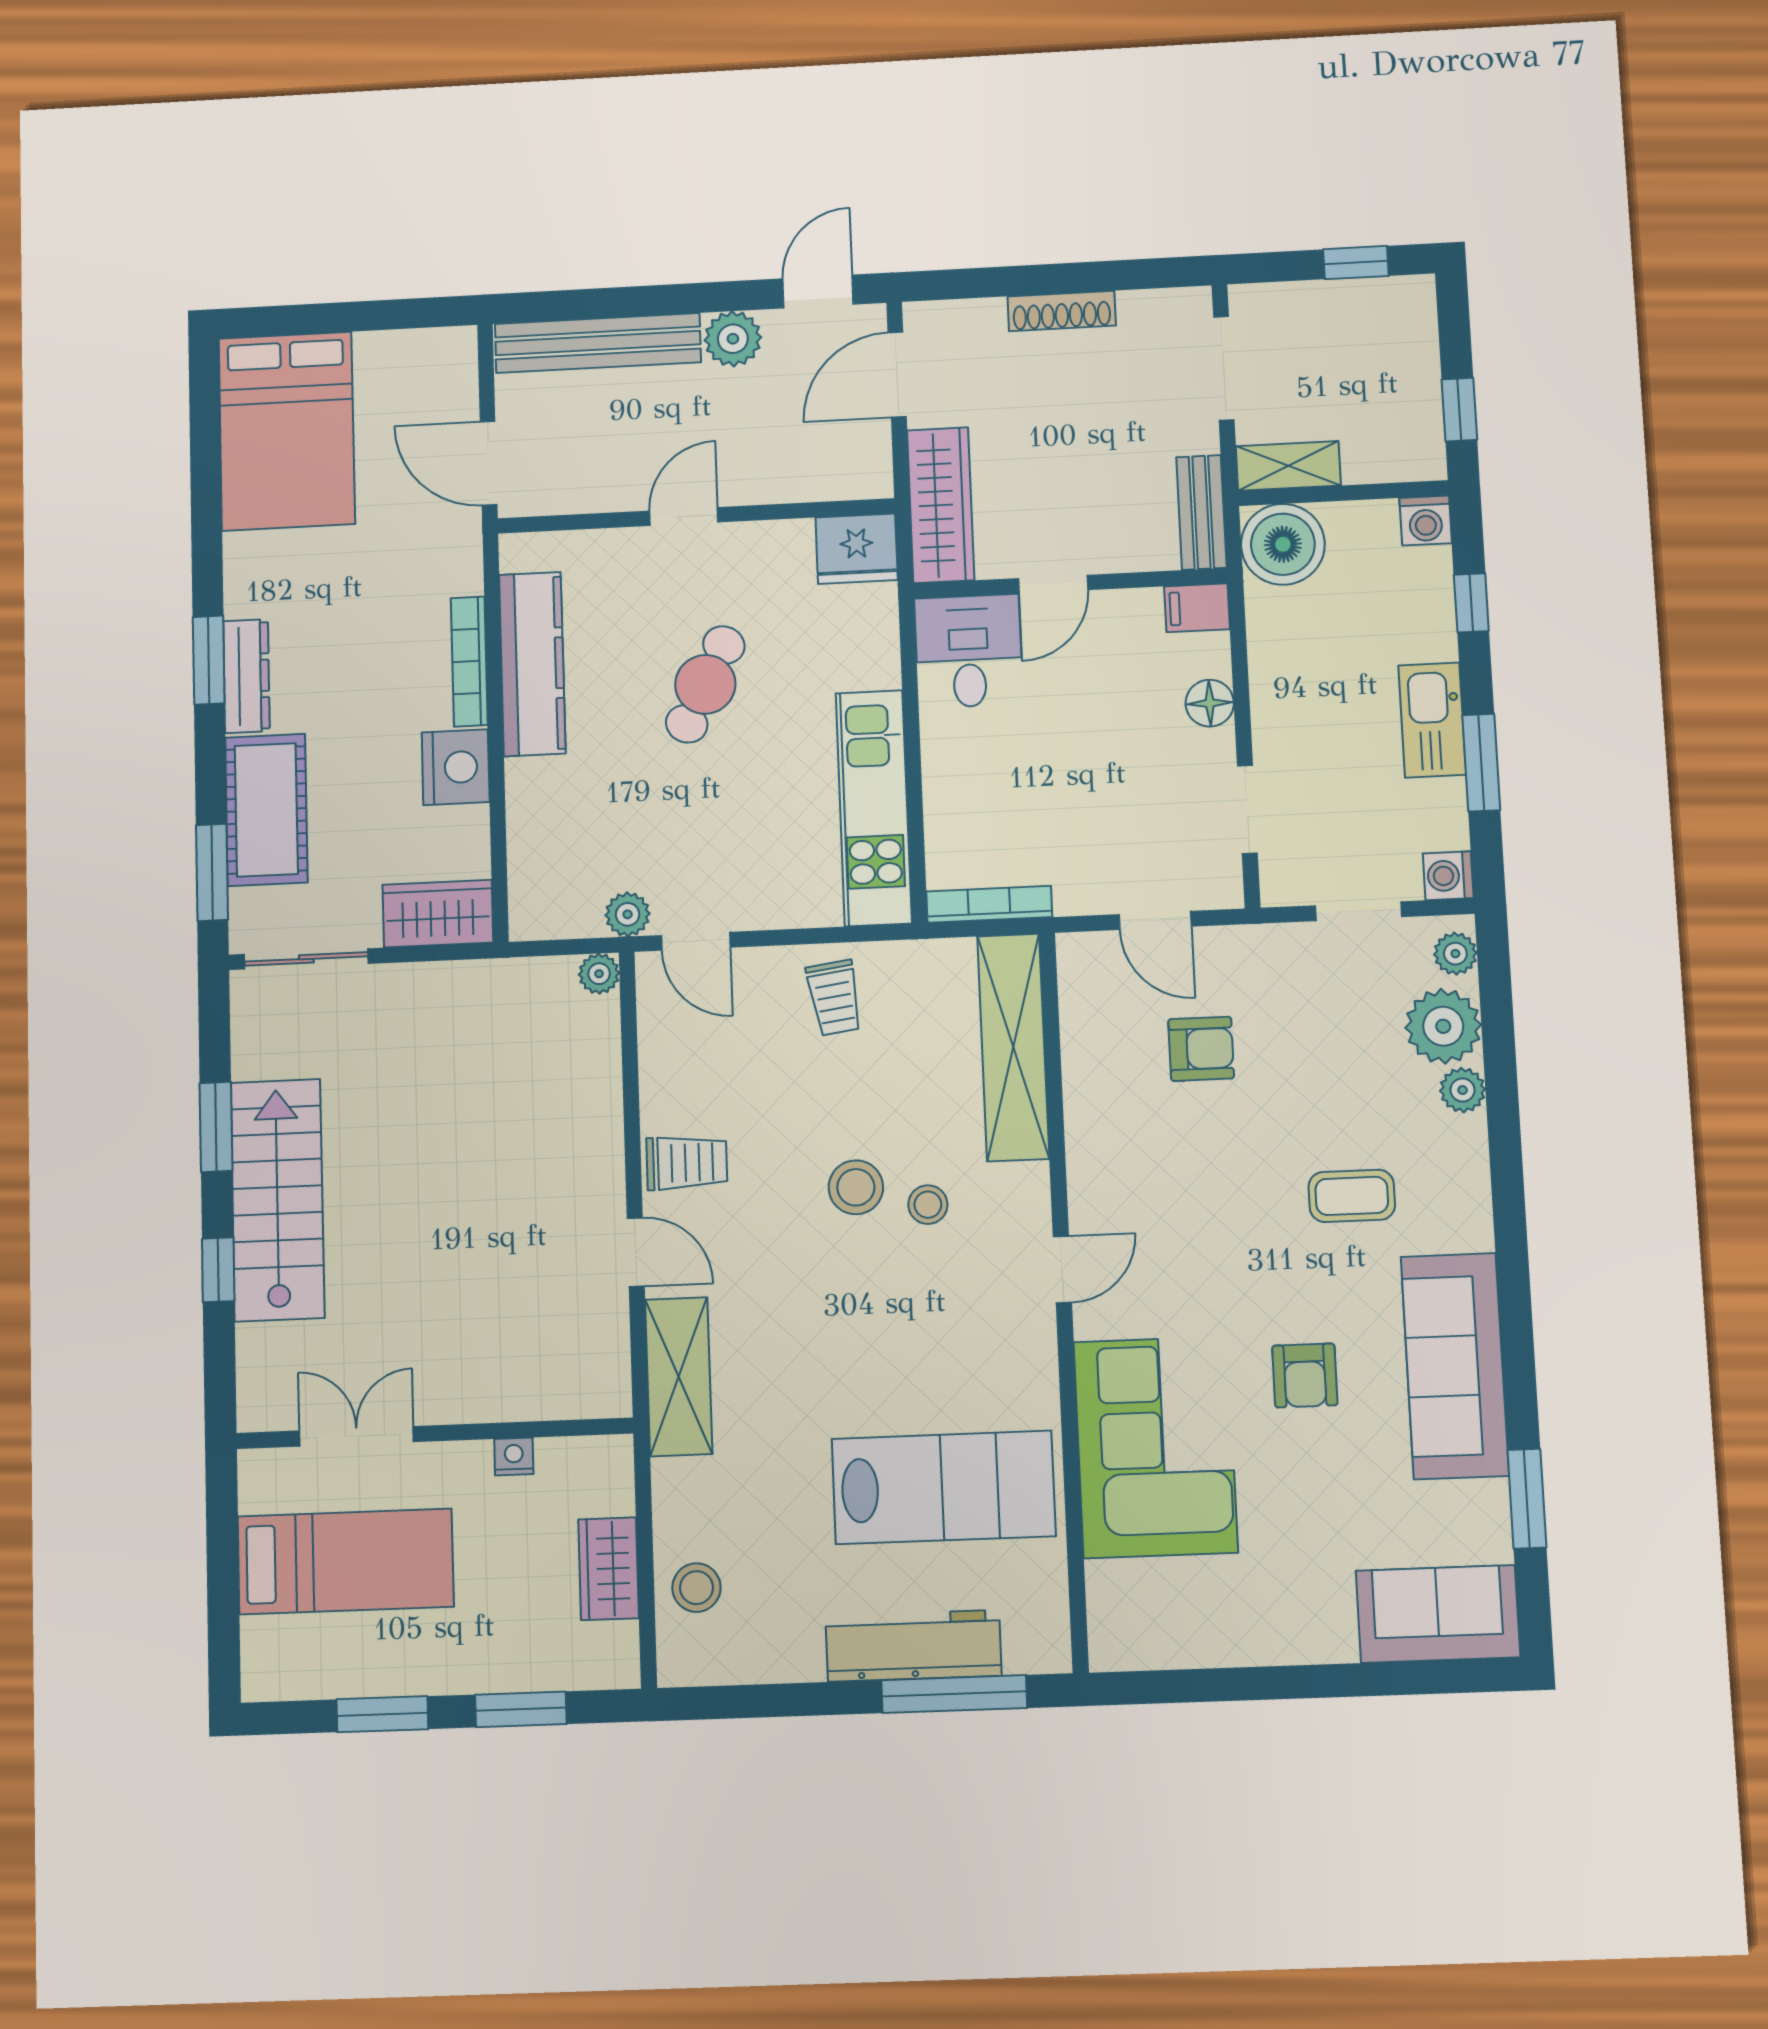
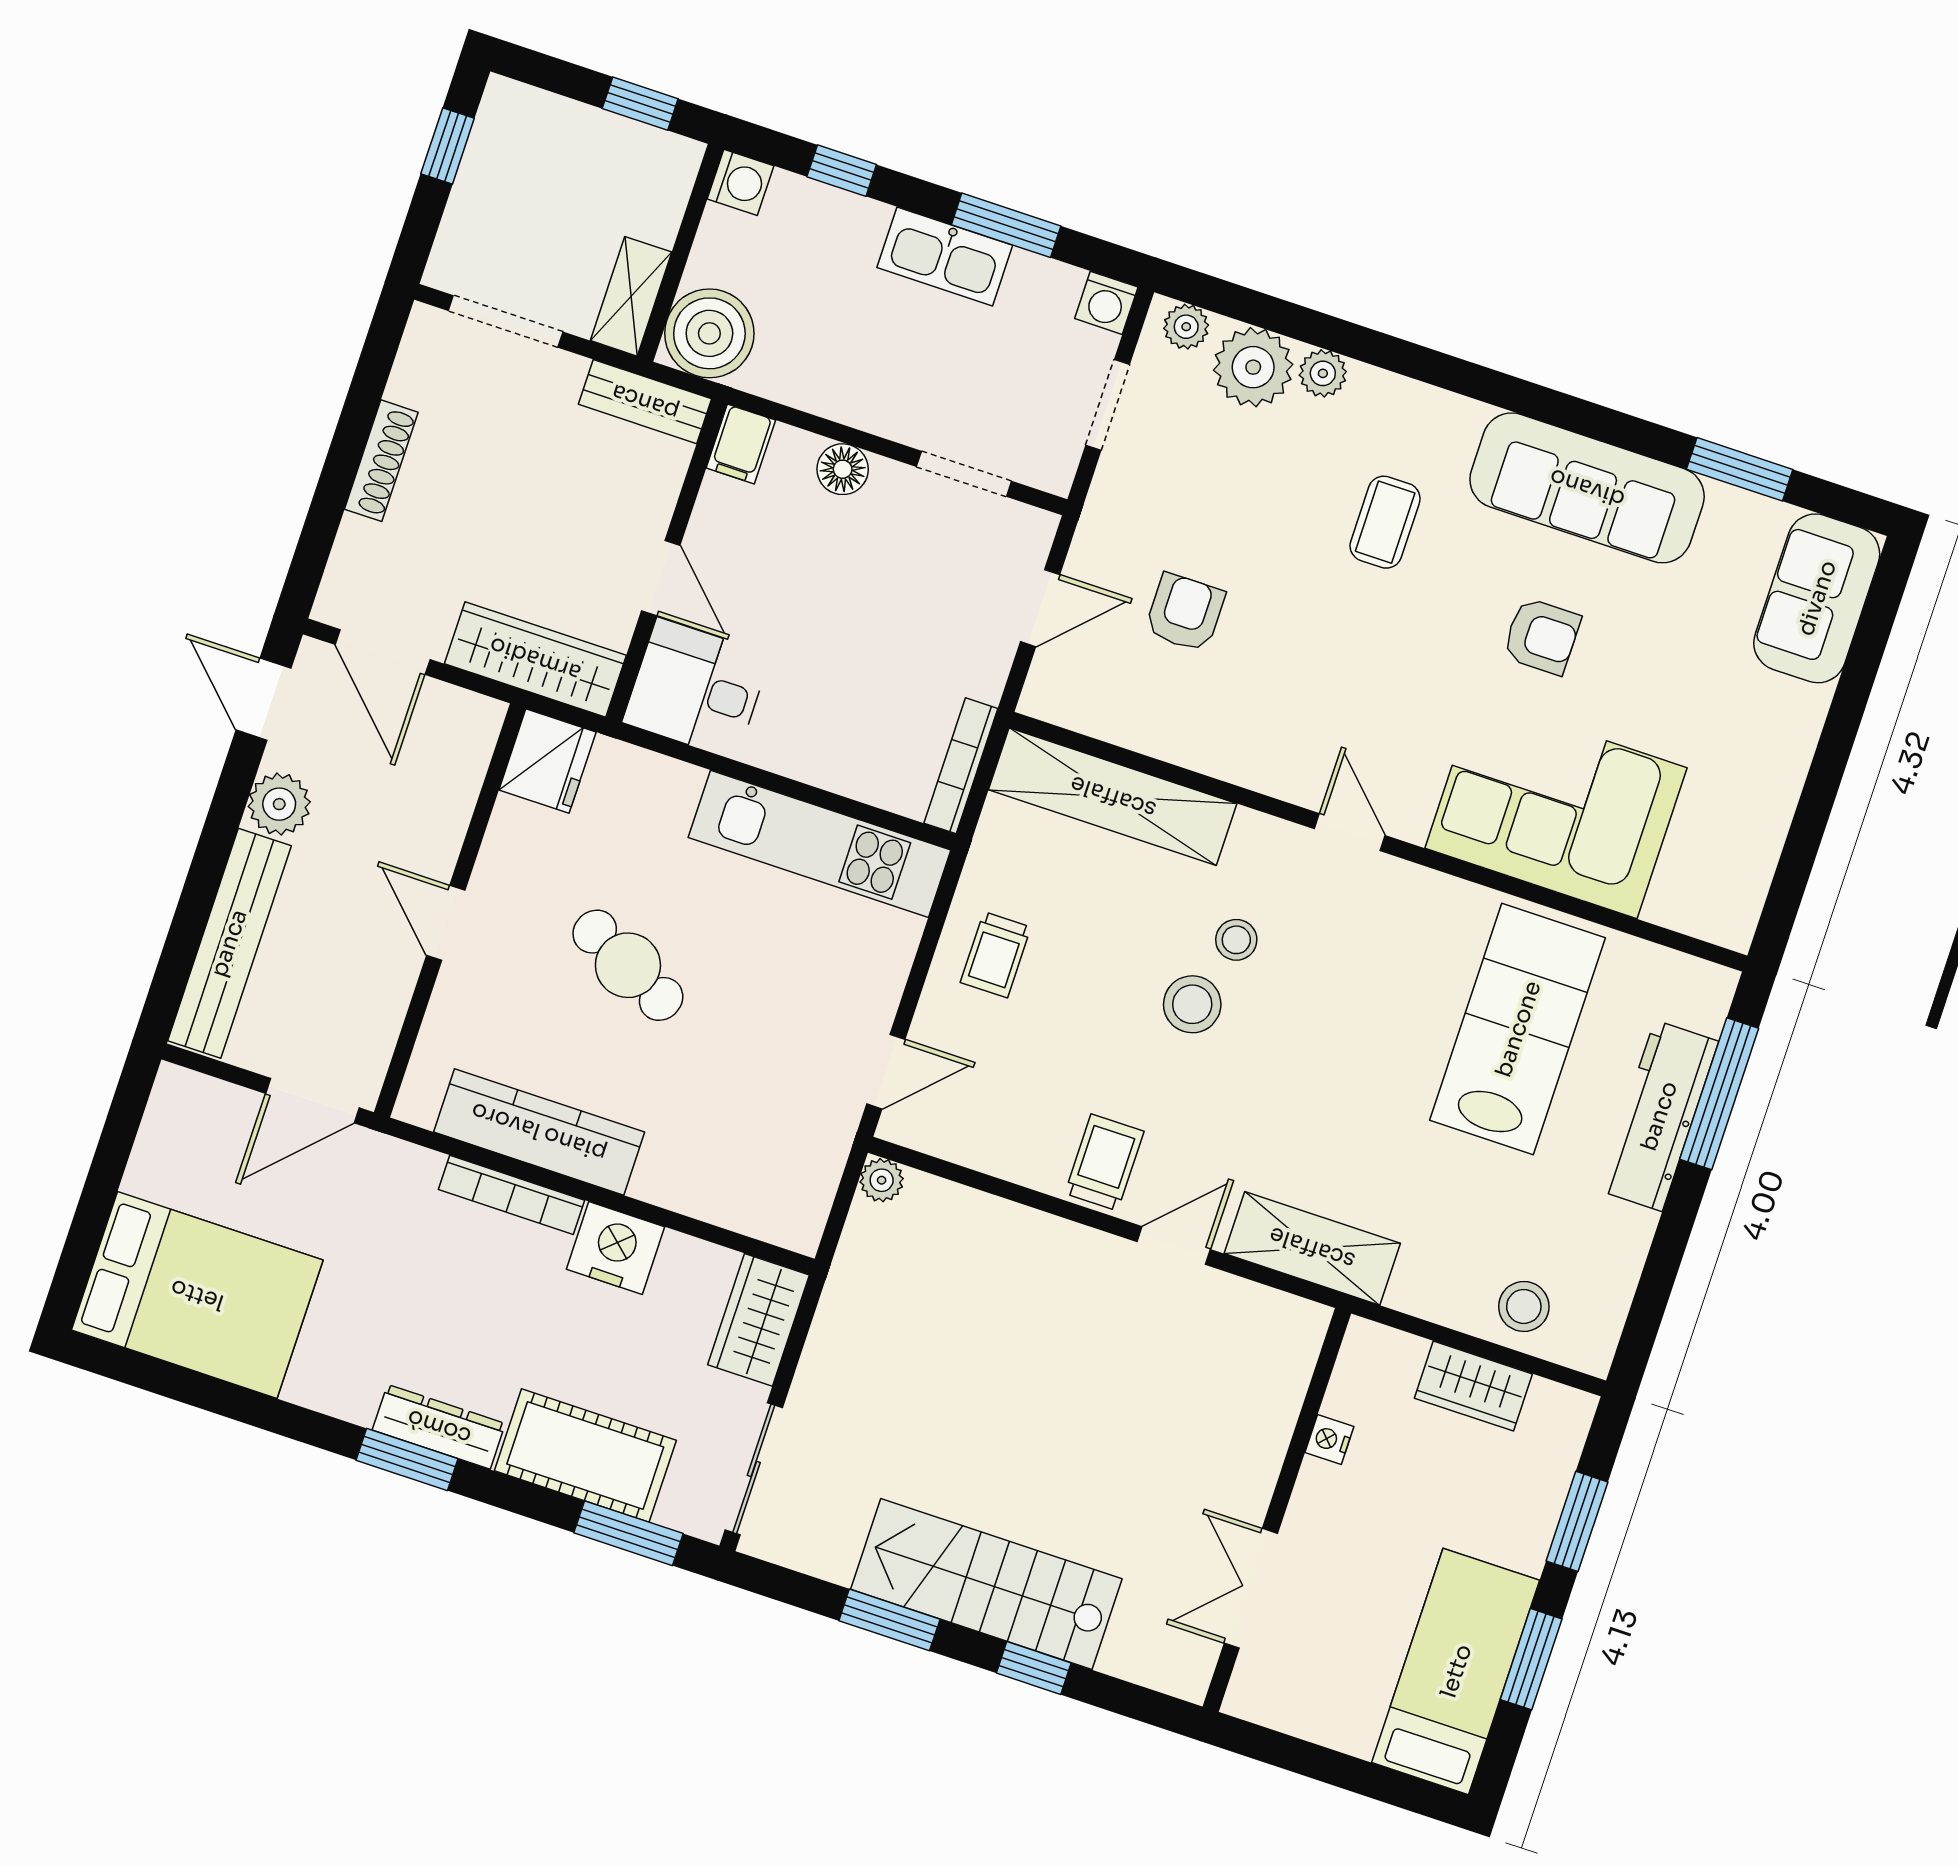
plant: (628, 914) -> (833, 1130), removed
trolley: (834, 998) -> (996, 955), turned 98
bed: (345, 1561) -> (1456, 1671), moved

